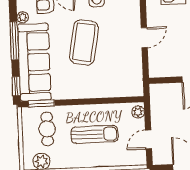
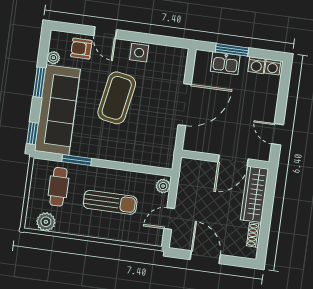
door: (144, 38) -> (185, 105), width x1.88
window: (14, 41) -> (39, 82), width x0.69
window: (41, 103) -> (77, 160), moved

